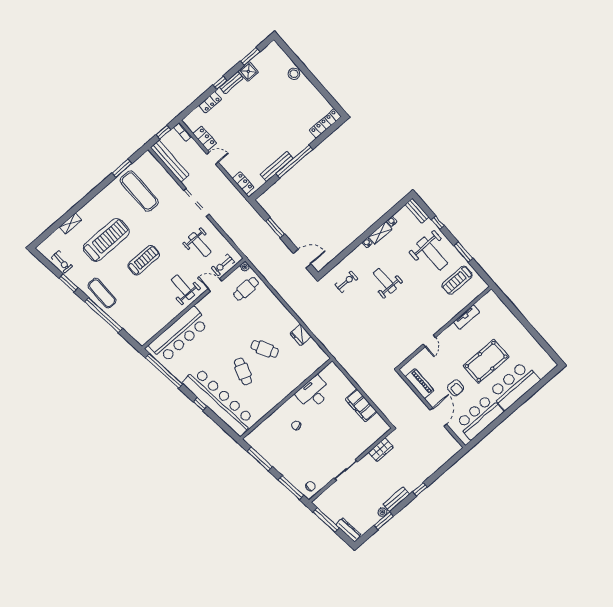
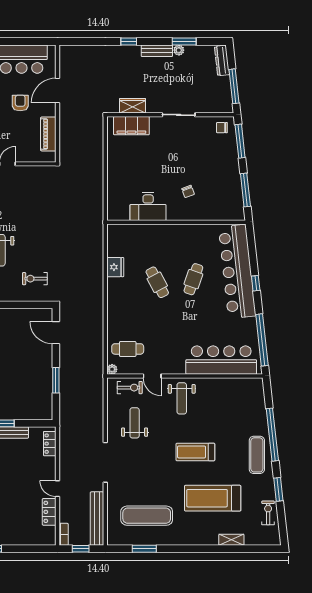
locker: (210, 102) -> (17, 539), removed
exercise mat: (139, 191) -> (147, 516), turned 90
filing cabinet: (361, 405) -> (131, 126), moved, turned 90

